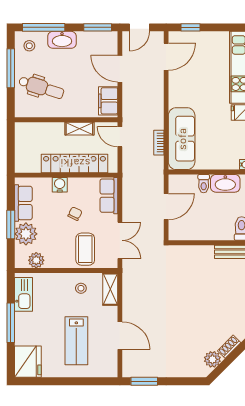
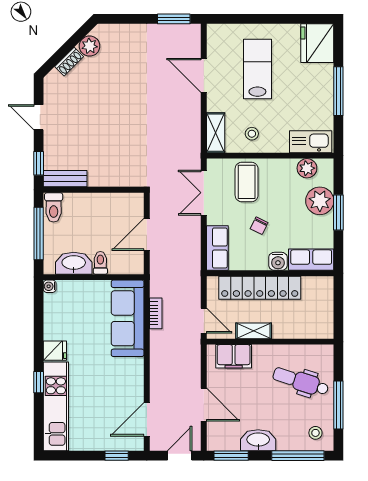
washbasin: (62, 40) -> (258, 440), moved
filing cabinet: (108, 101) -> (234, 356), moved, turned 90
row of seats: (23, 203) -> (311, 260), moved, turned 90
kitchen sink: (23, 294) -> (311, 142), moved, turned 90

